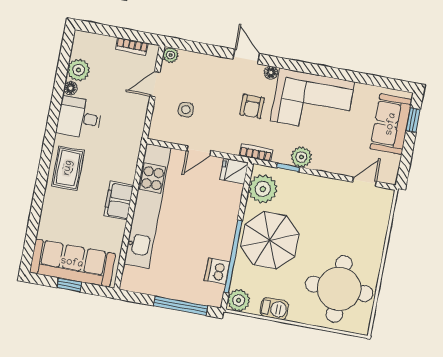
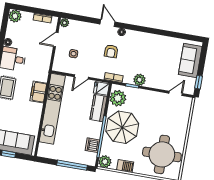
plant: (78, 70) -> (15, 16), moved
corner sofa: (312, 101) -> (145, 48), removed
window: (413, 120) -> (199, 82), moved
filing cabinet: (119, 201) -> (38, 92), moved
kitchen counter: (229, 206) -> (99, 108), added

